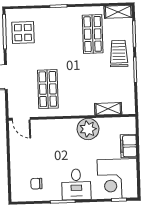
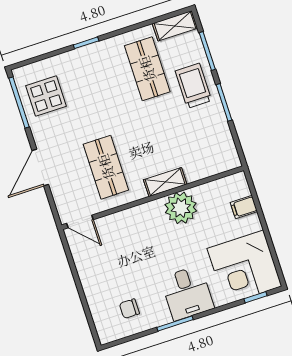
shelving: (108, 109) -> (165, 182), moved
filing cabinet: (129, 146) -> (244, 207), width x0.50

